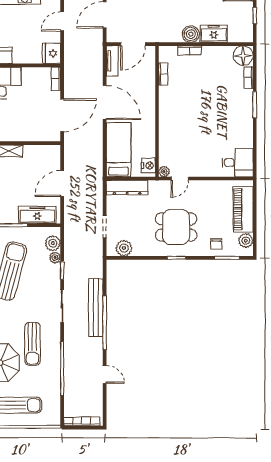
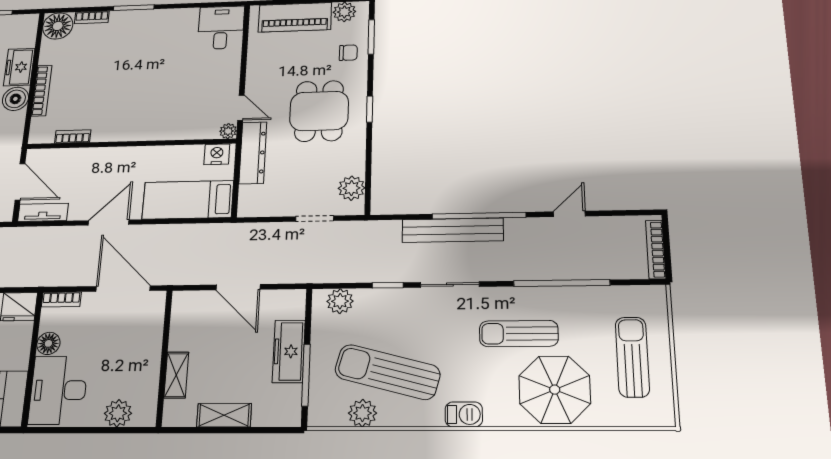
bookcase: (190, 50) -> (42, 91), width x1.56
floor lamp: (29, 74) -> (48, 343), added
door: (105, 102) -> (109, 222), width x0.73
dresser: (127, 188) -> (253, 153), moved
freezer: (37, 215) -> (289, 351), moved
plant: (55, 258) -> (365, 297), removed
sun lounger: (32, 344) -> (519, 334), turned 180

